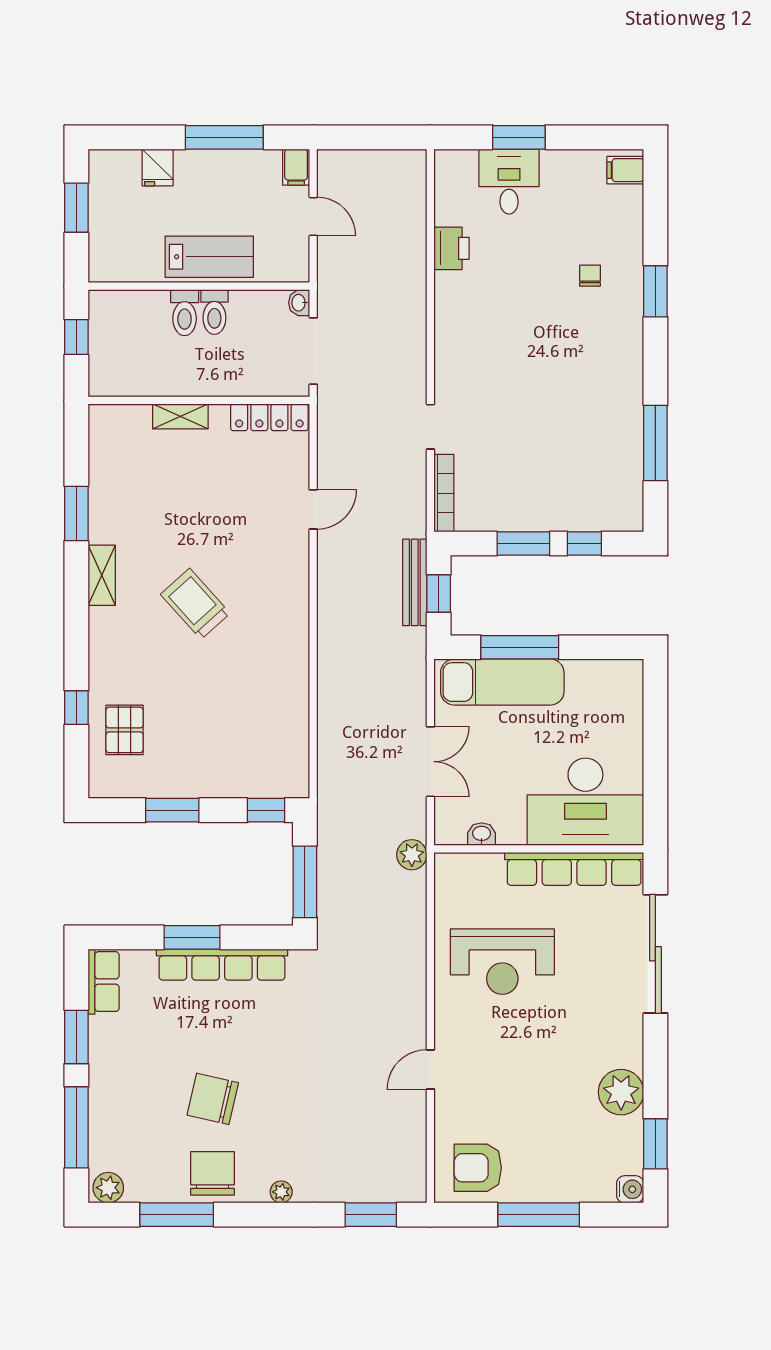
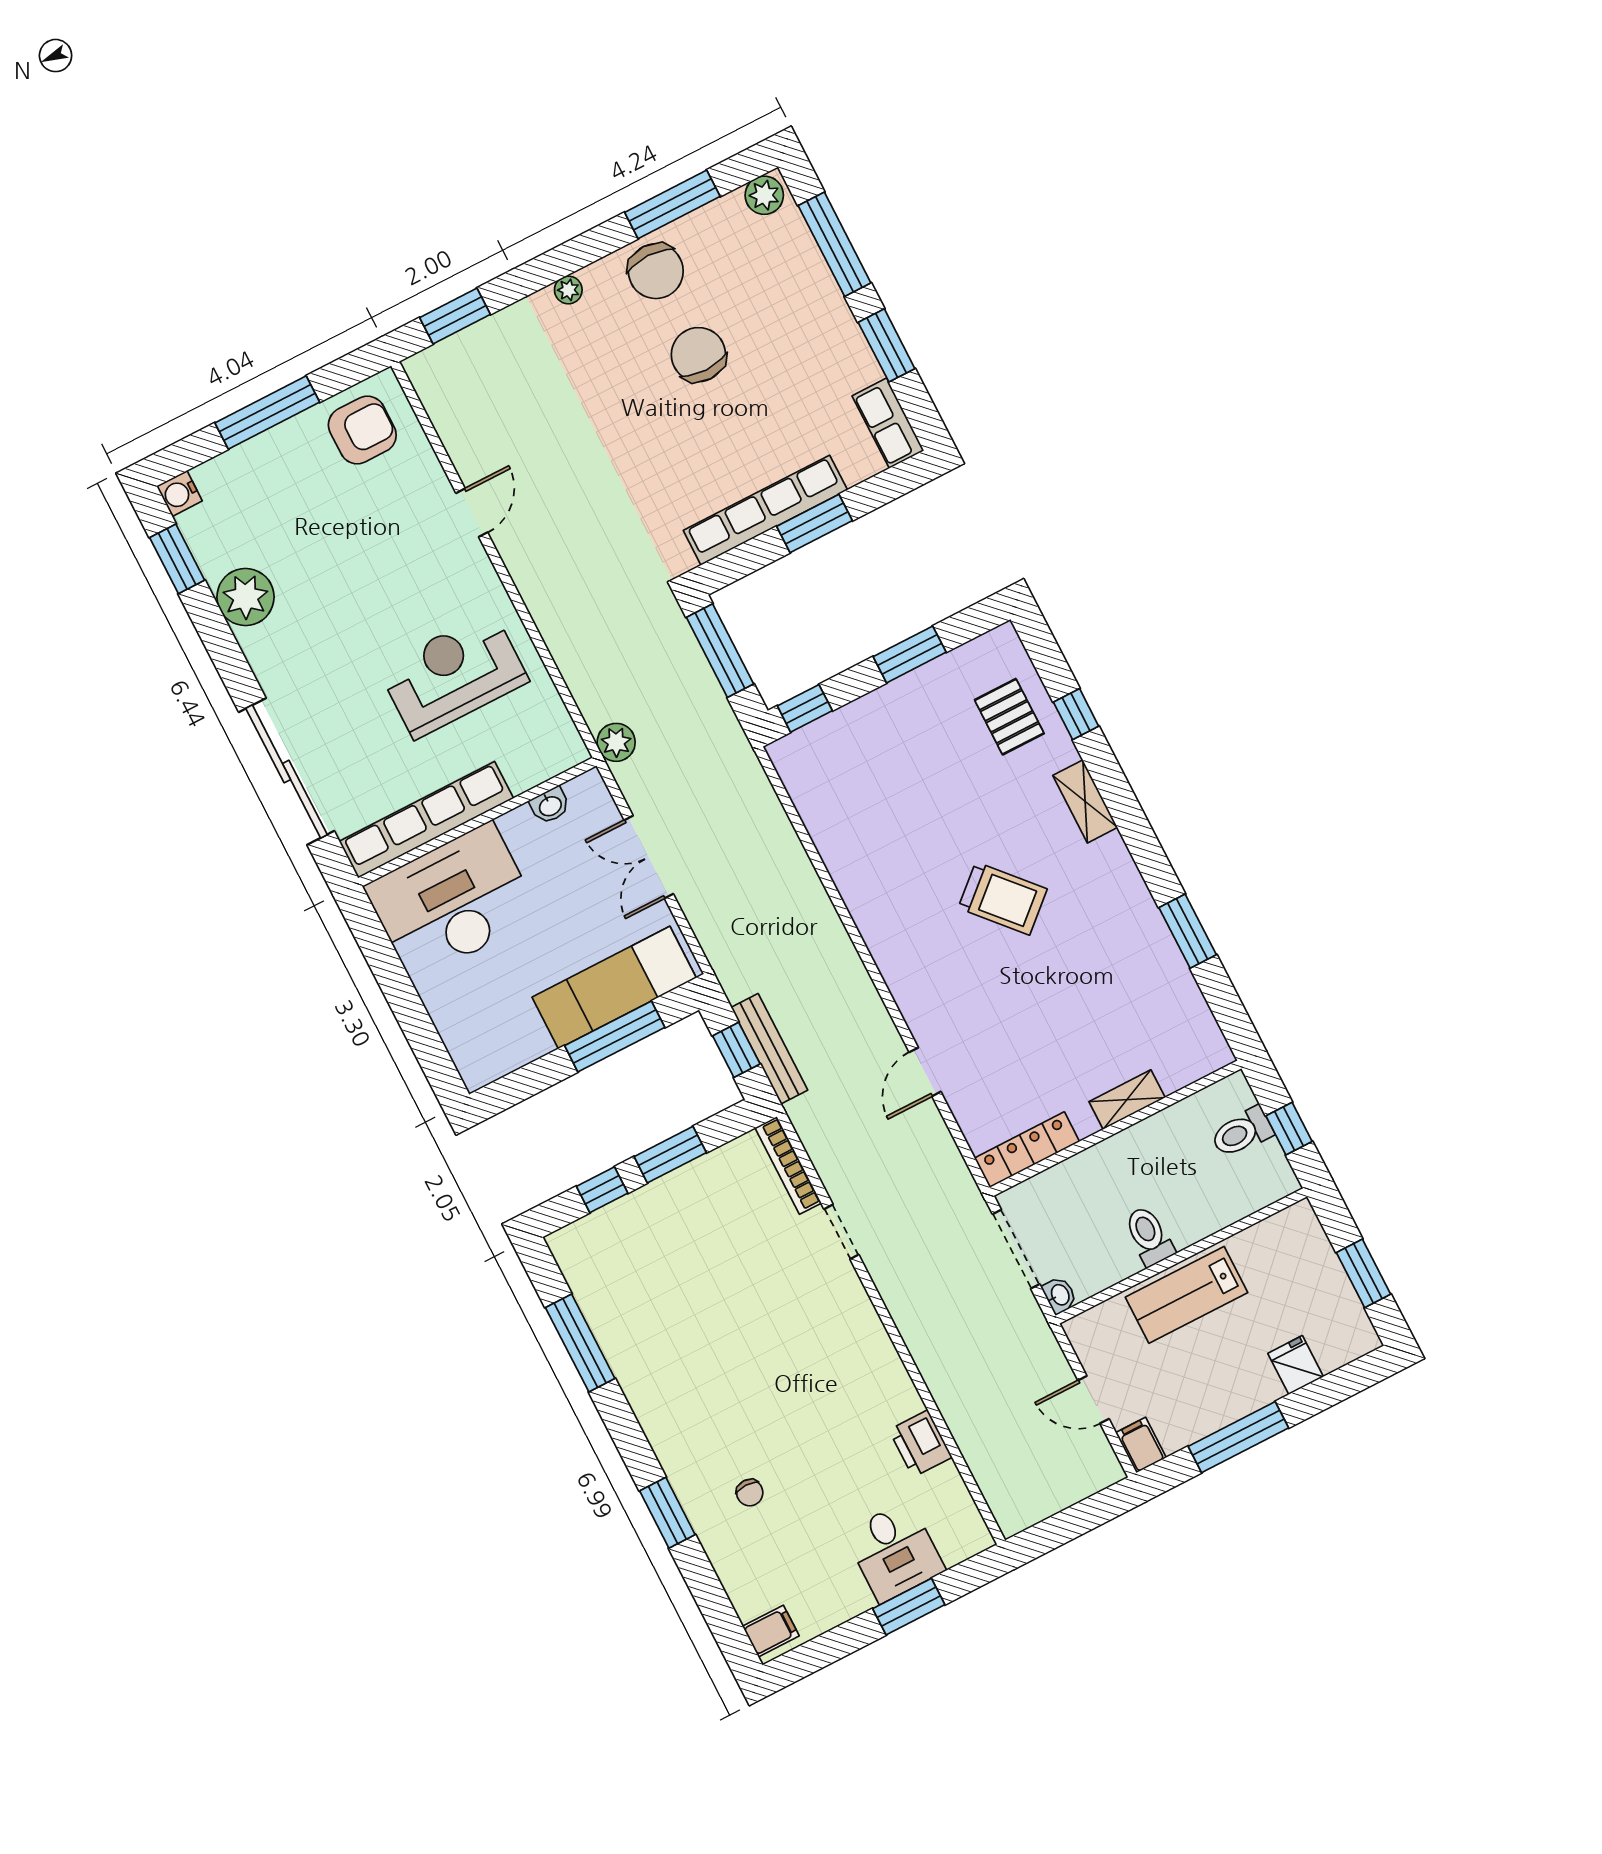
toilet: (185, 313) -> (1242, 1132), moved, turned -90
shelving: (102, 575) -> (1085, 801), moved
chair: (213, 1099) -> (698, 355), turned -103

